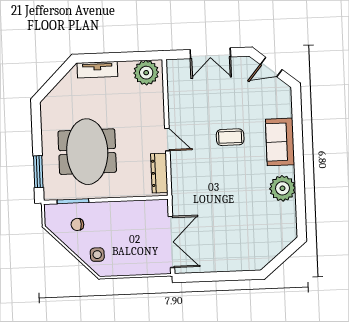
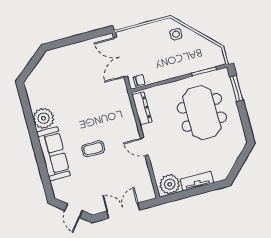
door: (271, 67) -> (74, 211), swing flipped
tv unit: (97, 70) -> (197, 181), moved
door: (167, 140) -> (144, 147), moved
sofa: (280, 142) -> (54, 154), width x1.36
chair: (77, 224) -> (139, 80), moved

